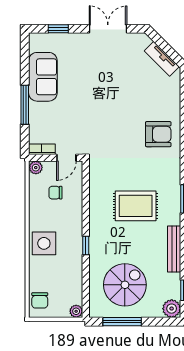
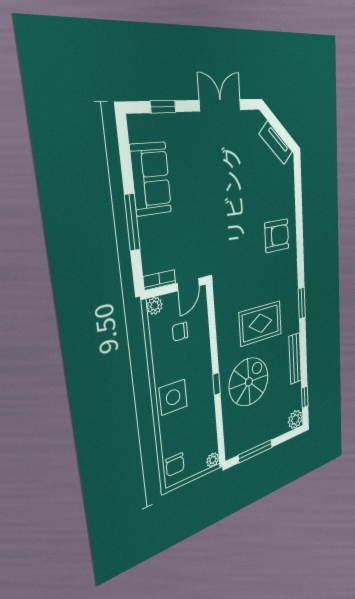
spiral stairs: (125, 285) -> (249, 382), moved

